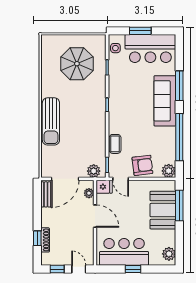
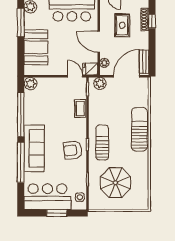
window: (179, 86) -> (21, 162), width x1.46
sun lounger: (91, 107) -> (102, 143), added
armchair: (142, 165) -> (73, 150), moved
window: (179, 205) -> (21, 22), moved
rug: (70, 234) -> (122, 25), added

